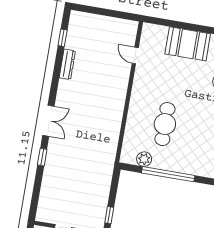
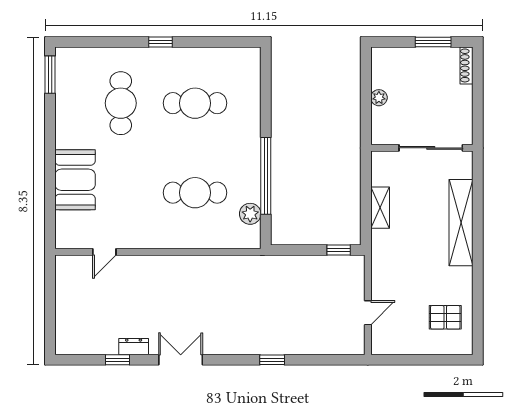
window: (63, 38) -> (117, 360), moved
dresser: (67, 64) -> (134, 347), width x0.70
double door: (48, 121) -> (181, 360), moved

